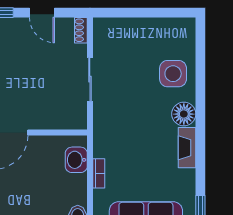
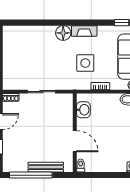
side table: (173, 74) -> (85, 63), moved
washbasin: (76, 160) -> (83, 110), moved, turned -90

